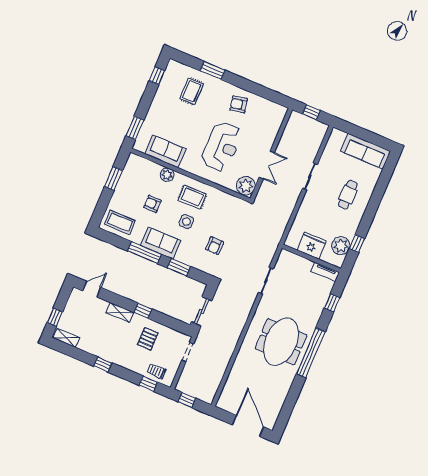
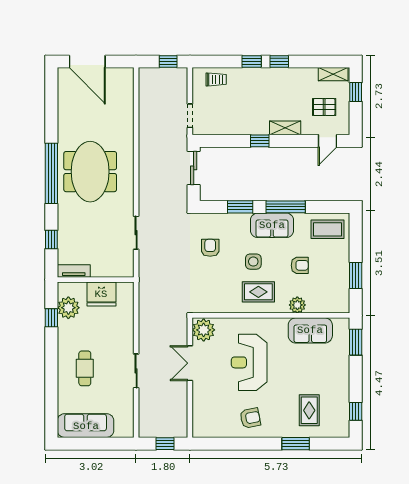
pallet: (148, 339) -> (324, 107), moved, turned 90
window: (148, 384) -> (252, 61), moved

